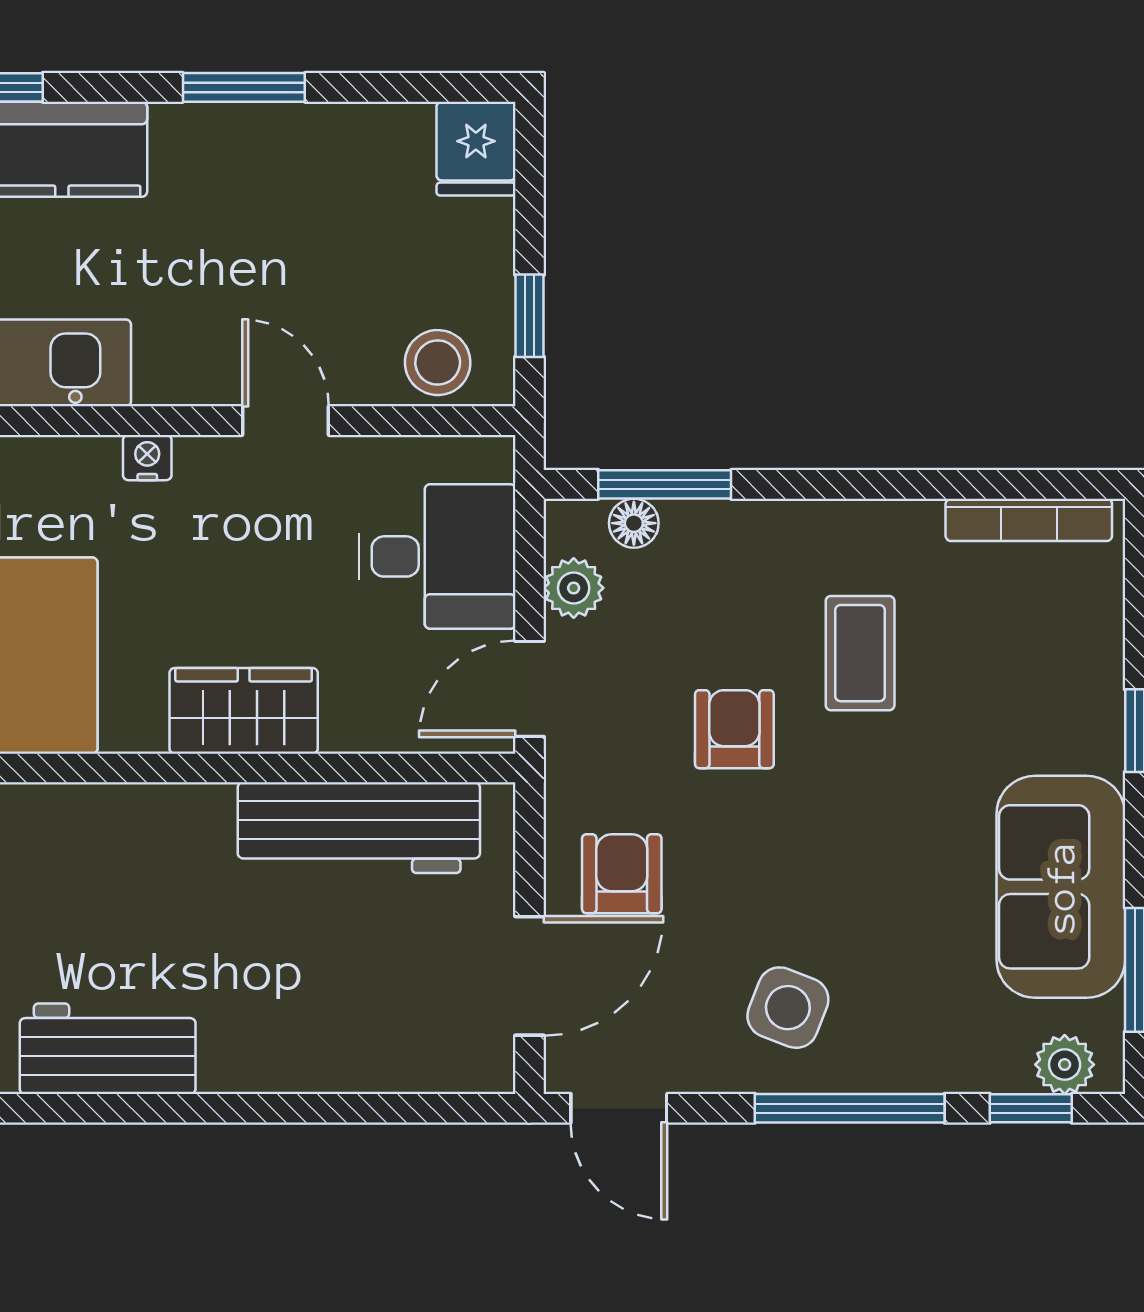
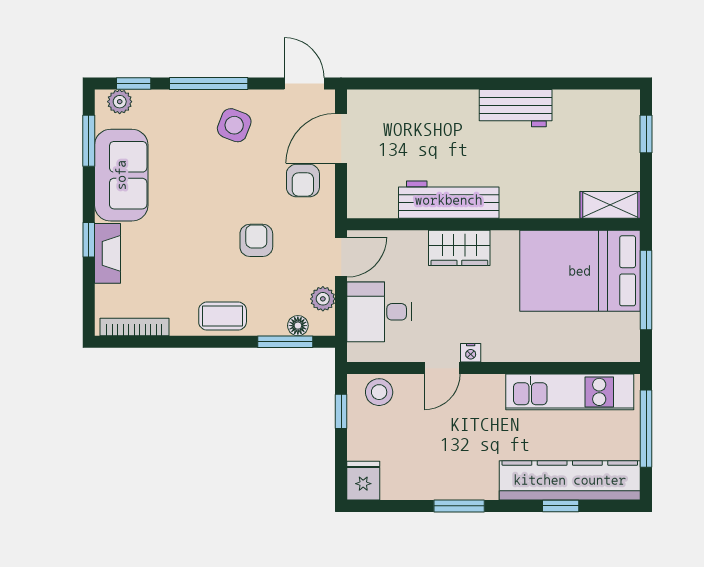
door: (286, 421) -> (442, 368), hinge flipped
nightstand: (147, 458) -> (471, 353), moved
coffee table: (860, 653) -> (223, 316), moved, turned 90
fireplace: (1094, 698) -> (107, 253), added
armchair: (734, 729) -> (256, 240), turned 180
workbench: (359, 828) -> (449, 200), moved

